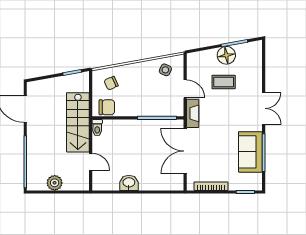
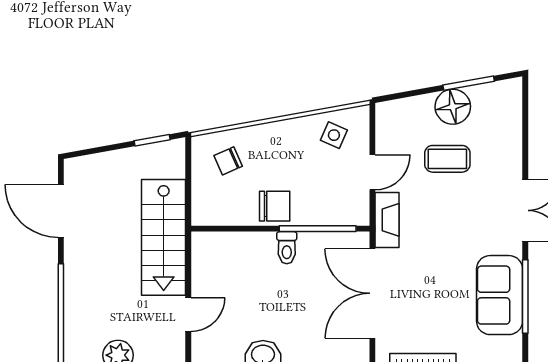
door: (185, 89) -> (372, 172), hinge flipped
chair: (107, 107) -> (275, 206), moved
toilet: (97, 128) -> (287, 248), moved
door: (91, 162) -> (188, 314), hinge flipped

